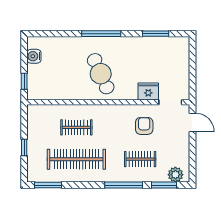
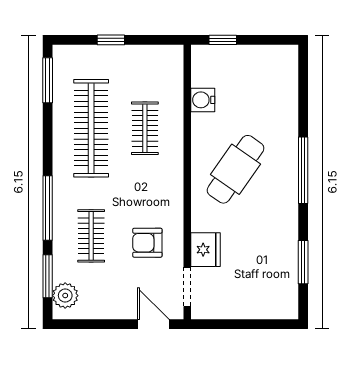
water cooler: (34, 56) -> (203, 100), moved, turned -90
cafe table: (101, 74) -> (236, 169), turned -31
door: (192, 122) -> (153, 324), swing flipped
armchair: (144, 126) -> (147, 243), turned 180

